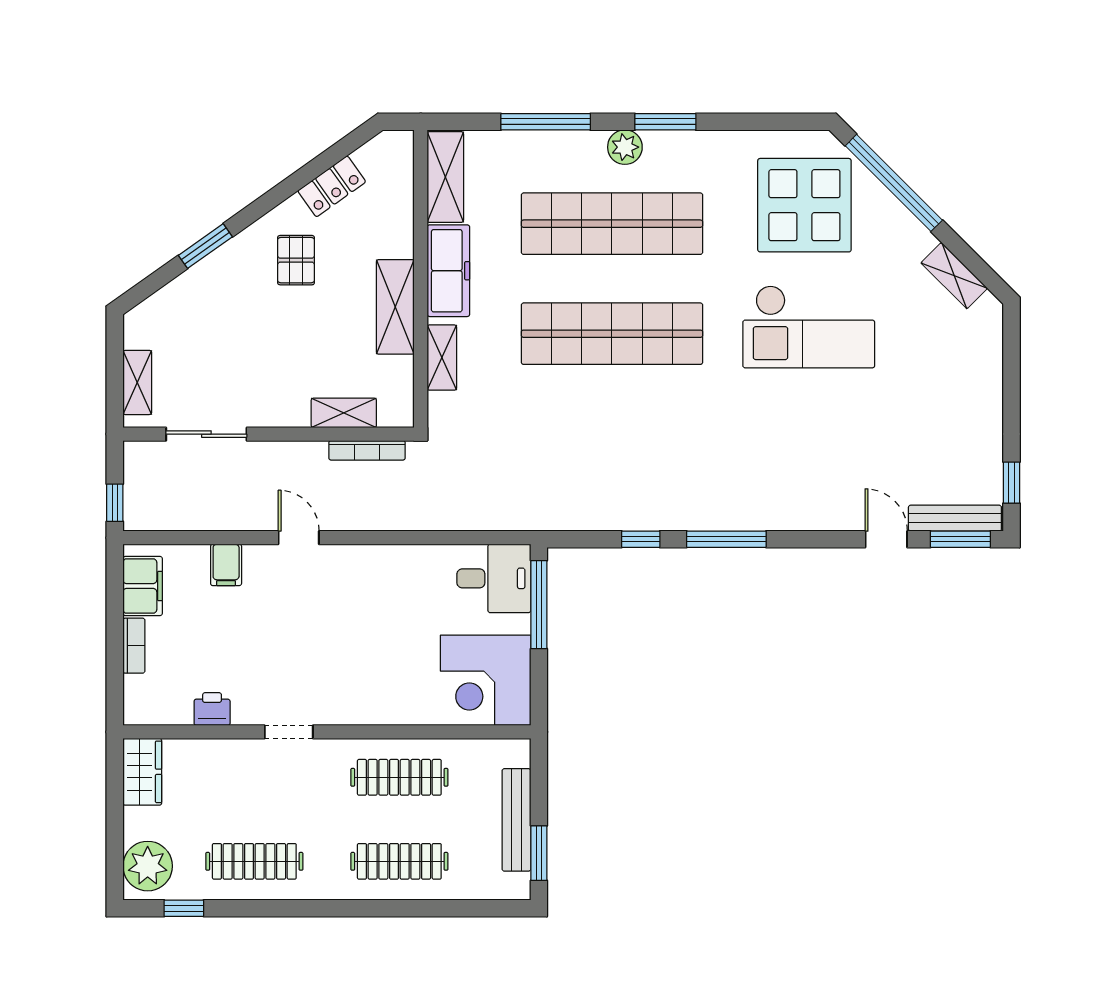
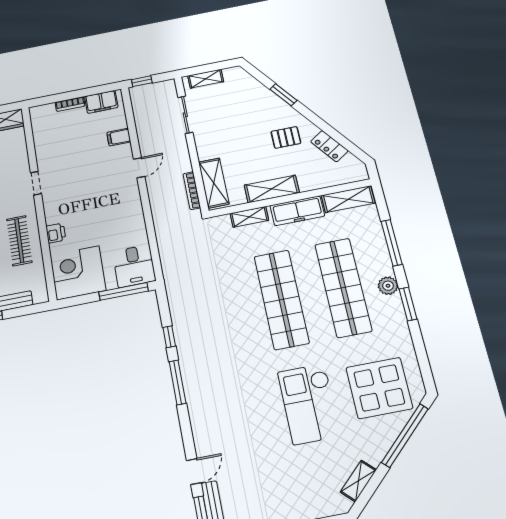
shelving: (344, 413) -> (214, 183), width x1.50, depth x1.33
printer: (212, 709) -> (56, 233), moved

